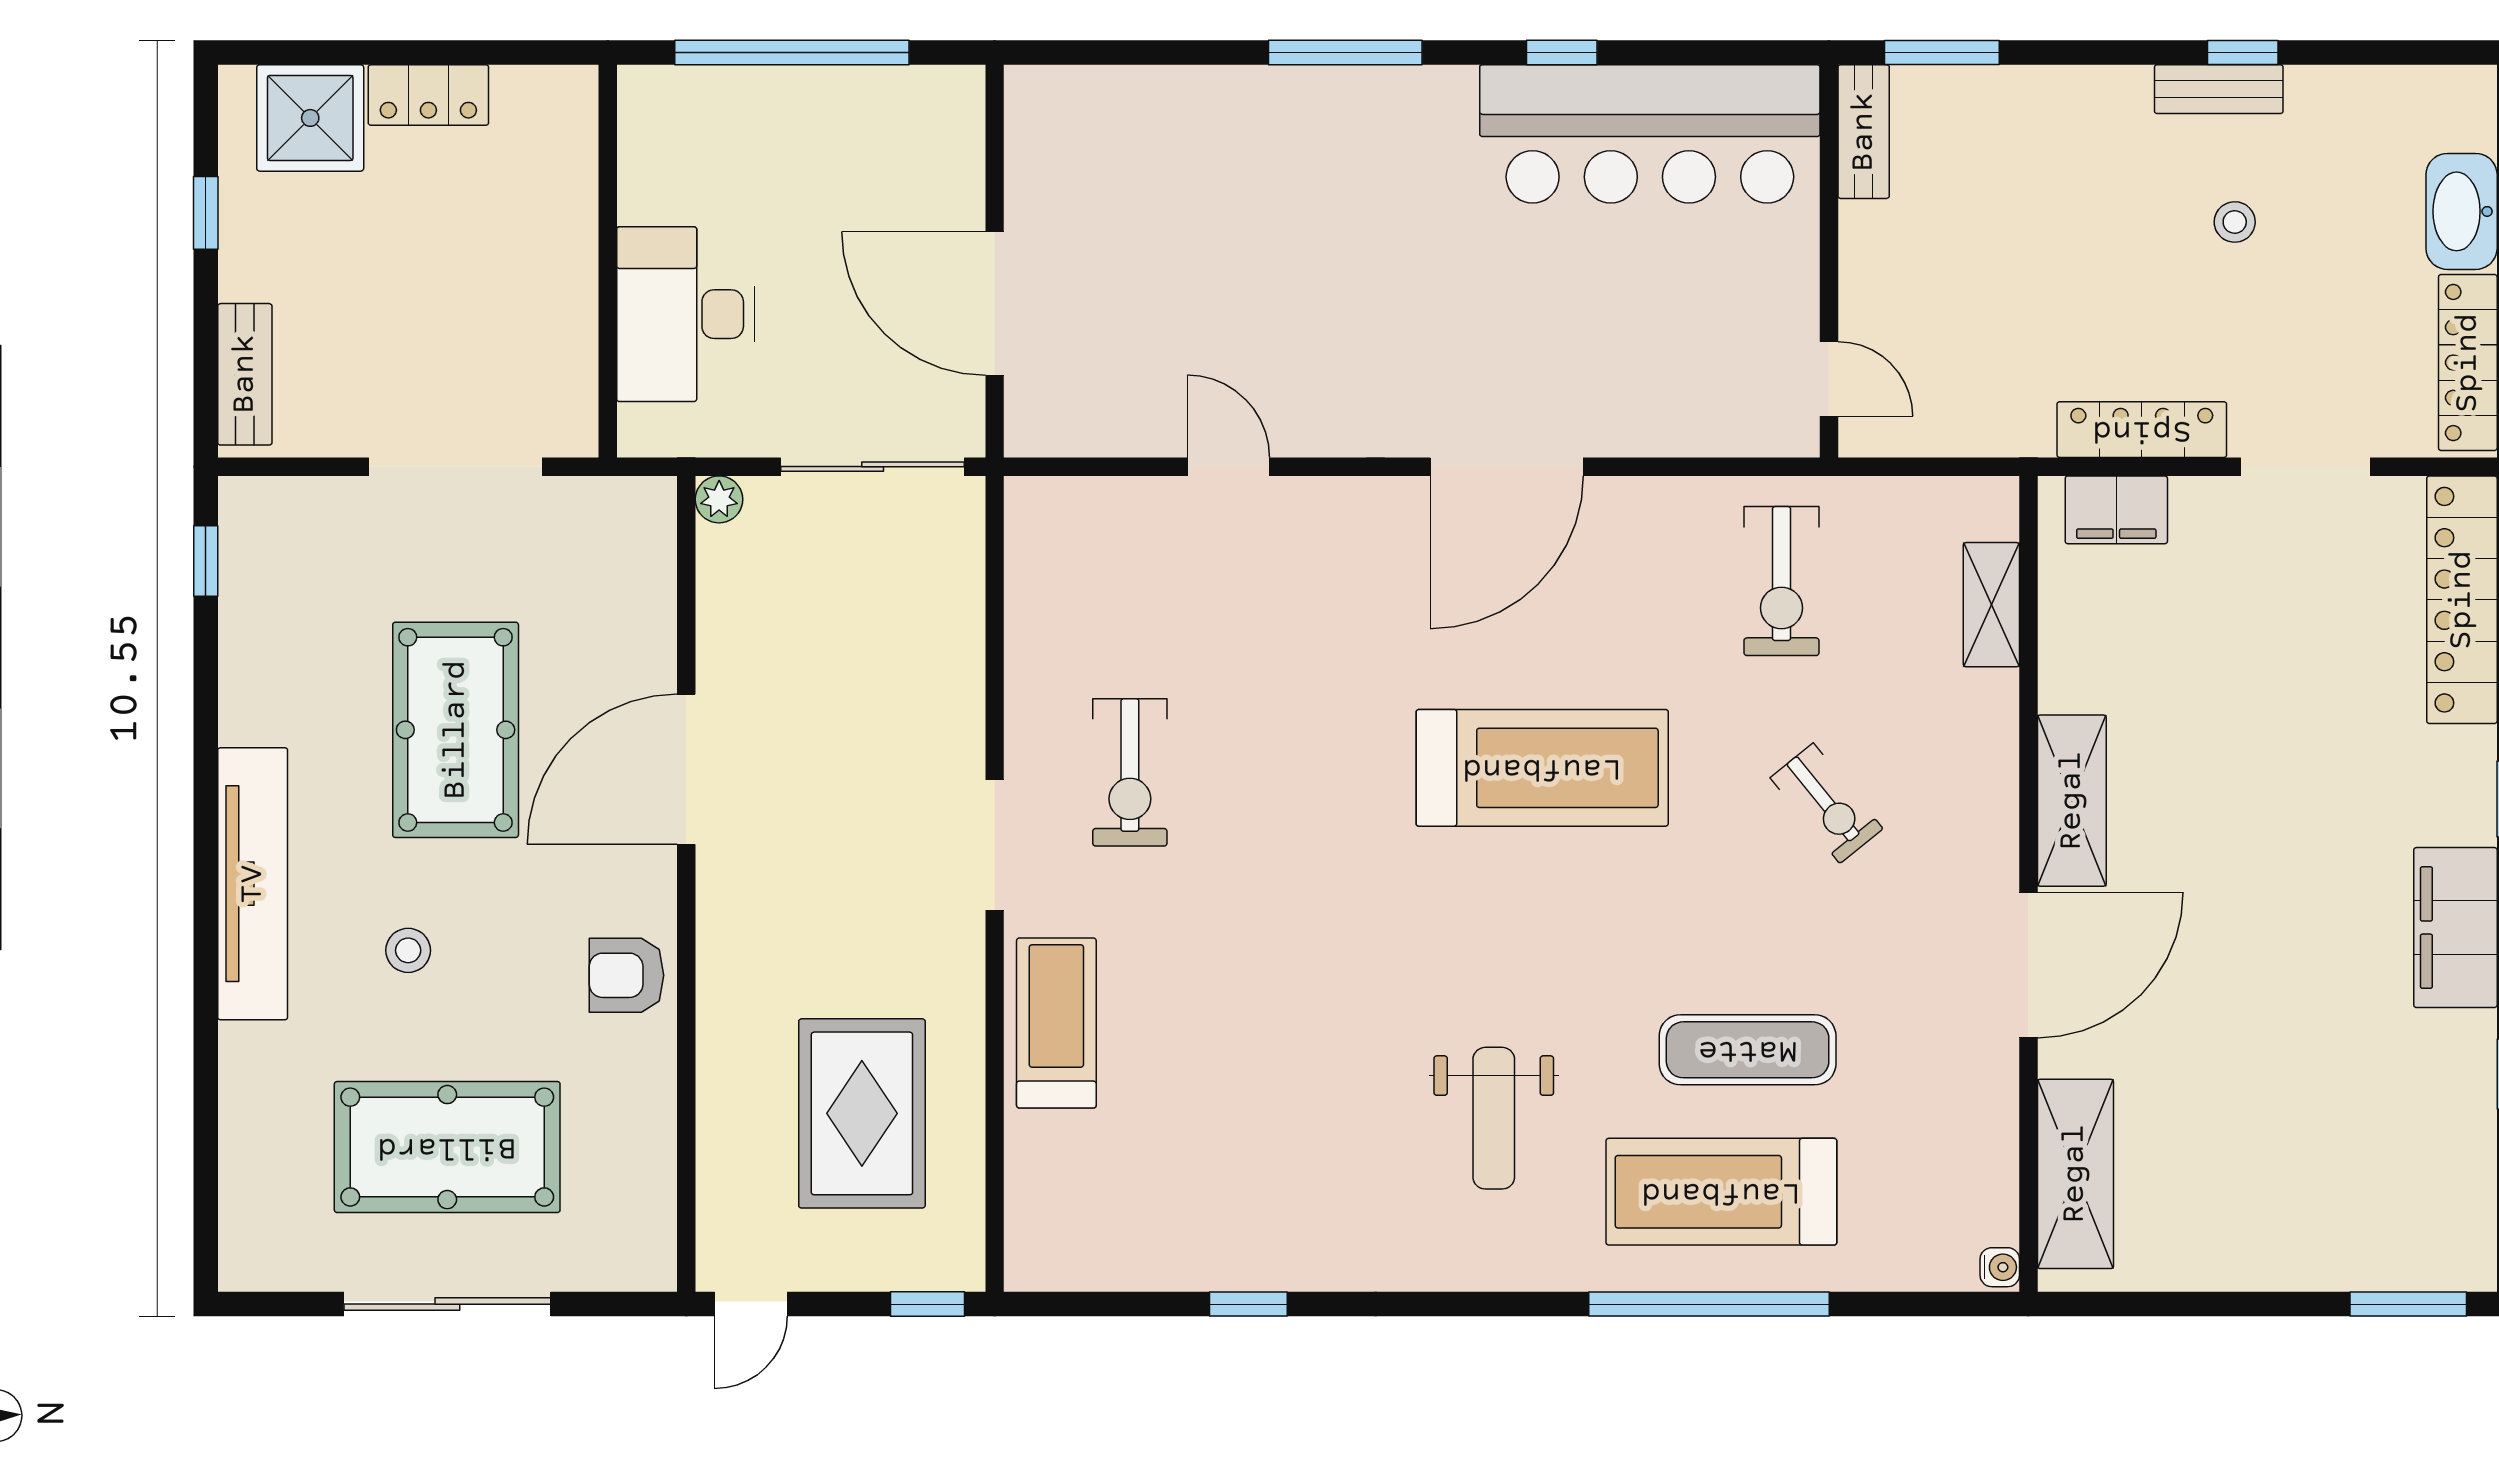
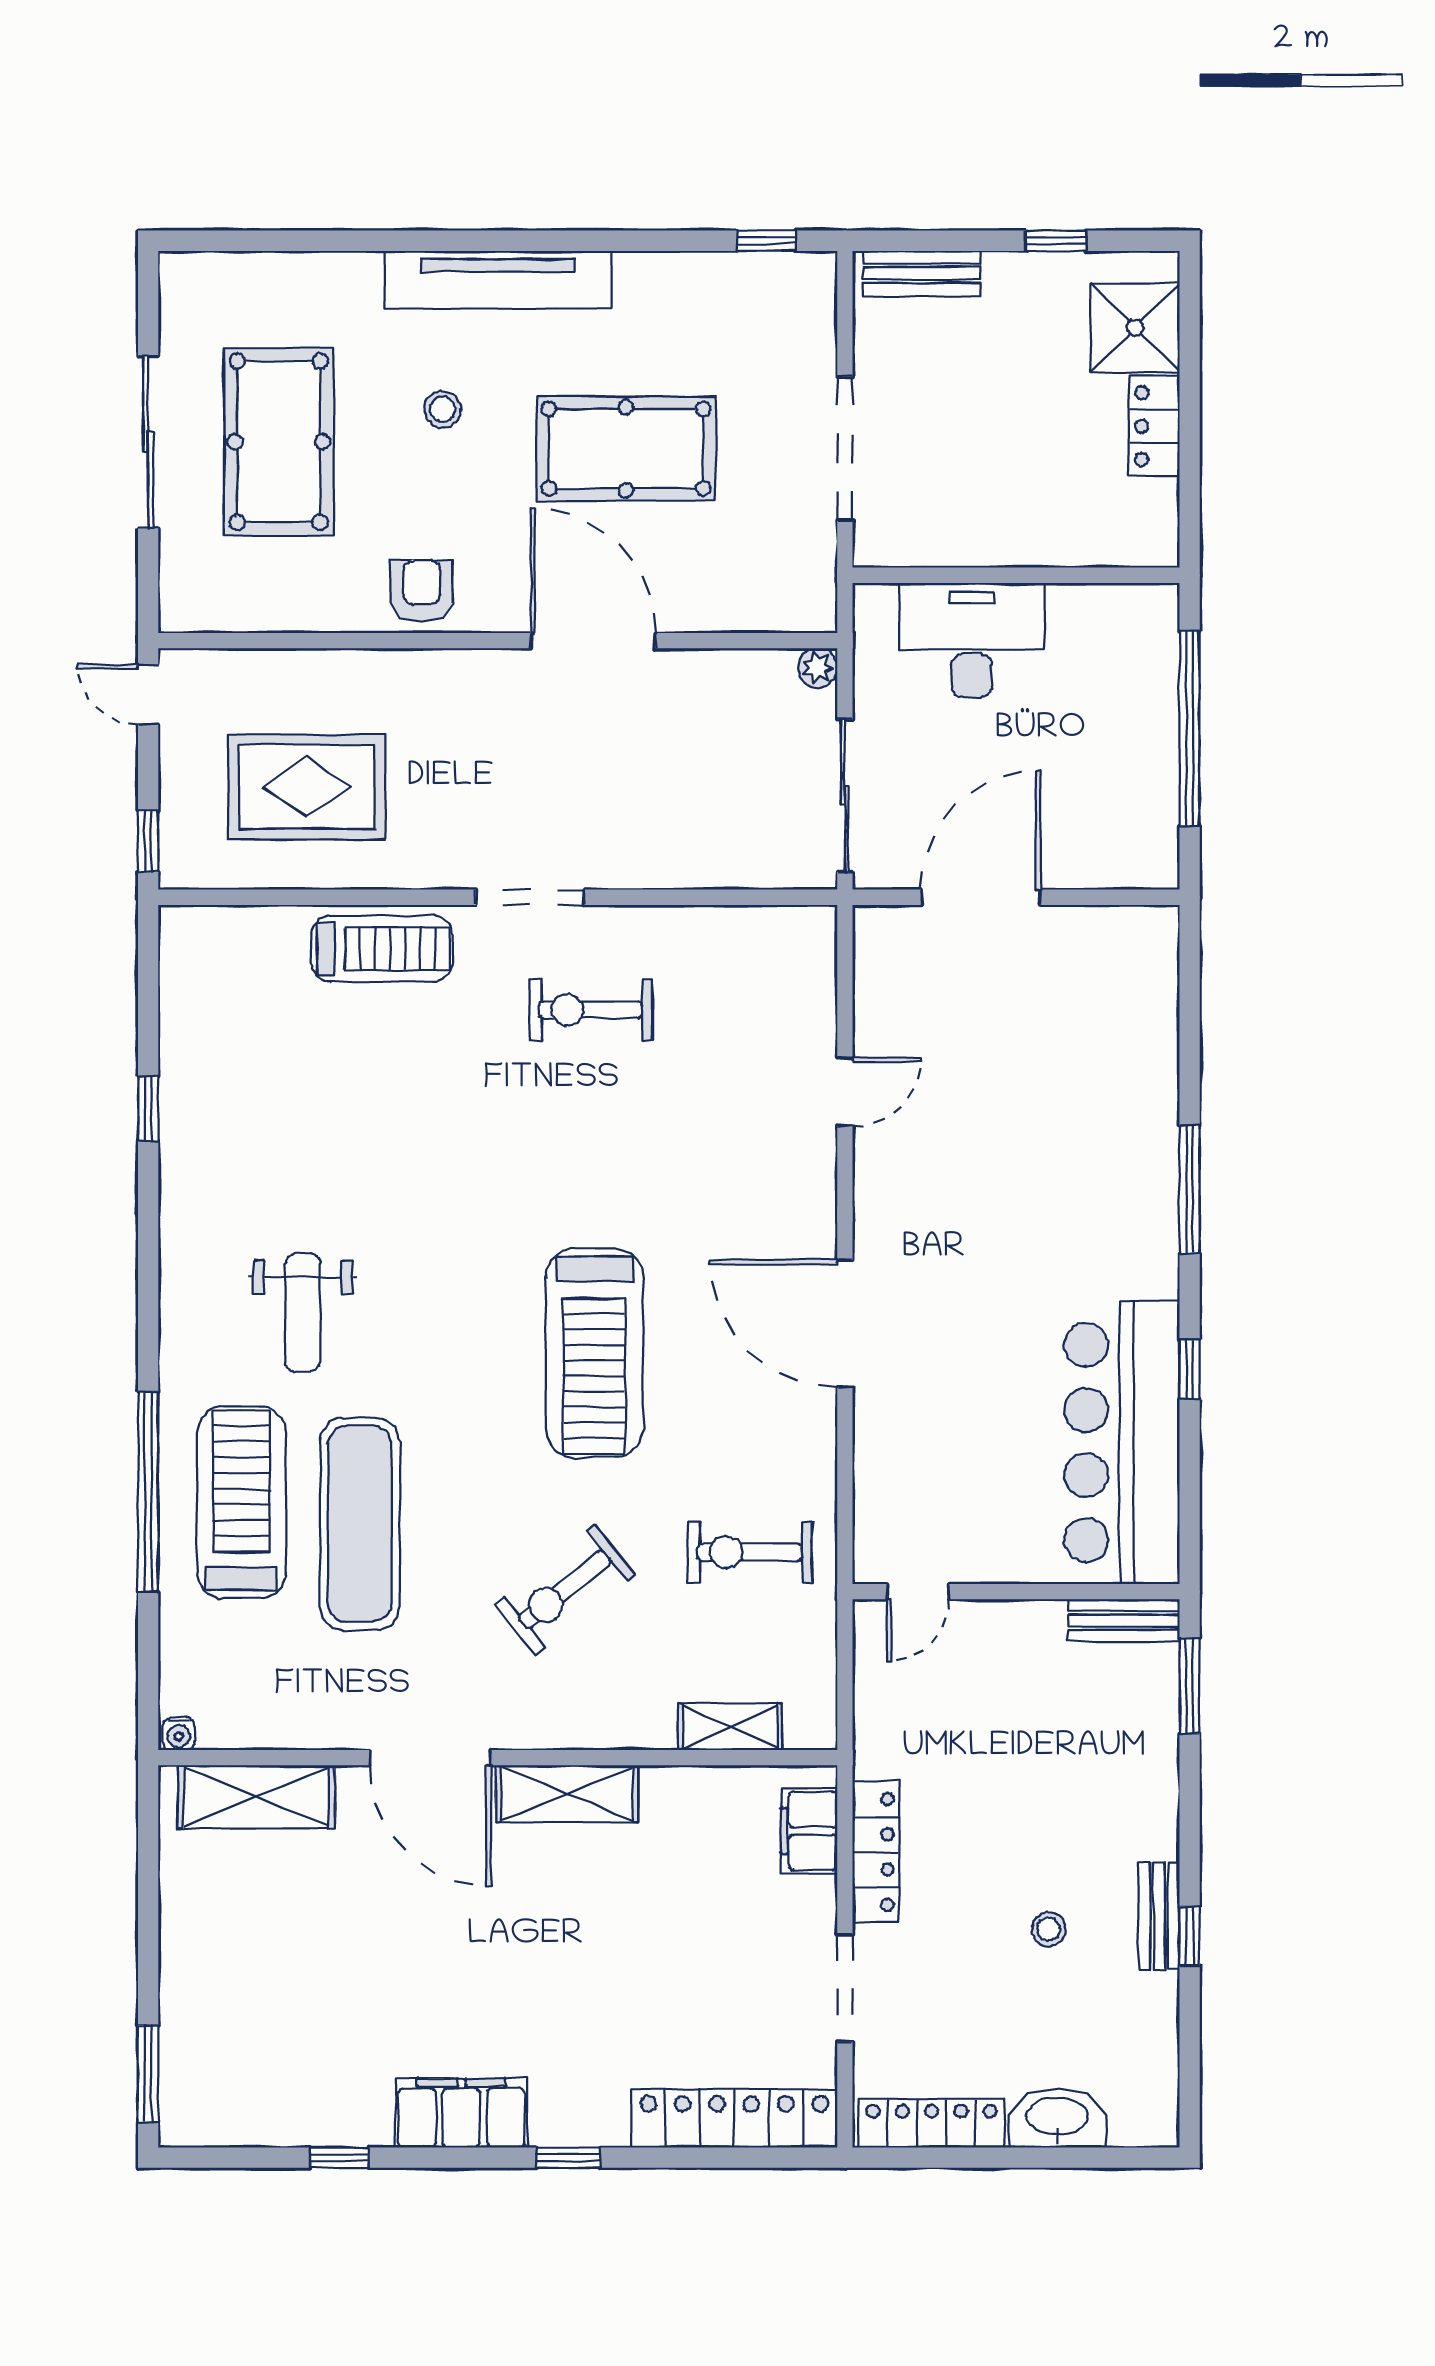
exercise bike: (1827, 803) -> (565, 1590), width x1.38, depth x1.39
exercise mat: (1748, 1050) -> (360, 1524), width x1.36, depth x1.45
weight bench: (1494, 1118) -> (303, 1313), turned -90

